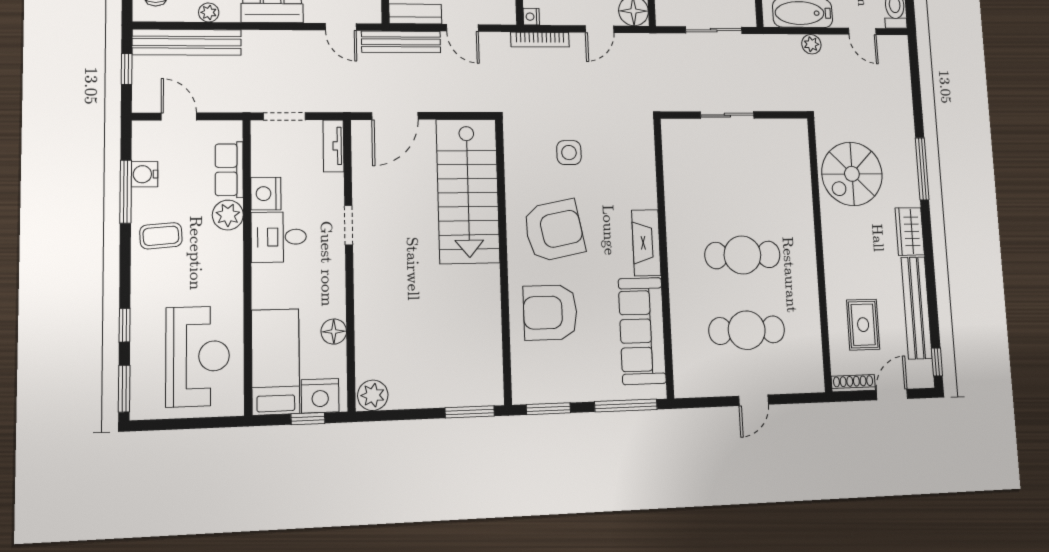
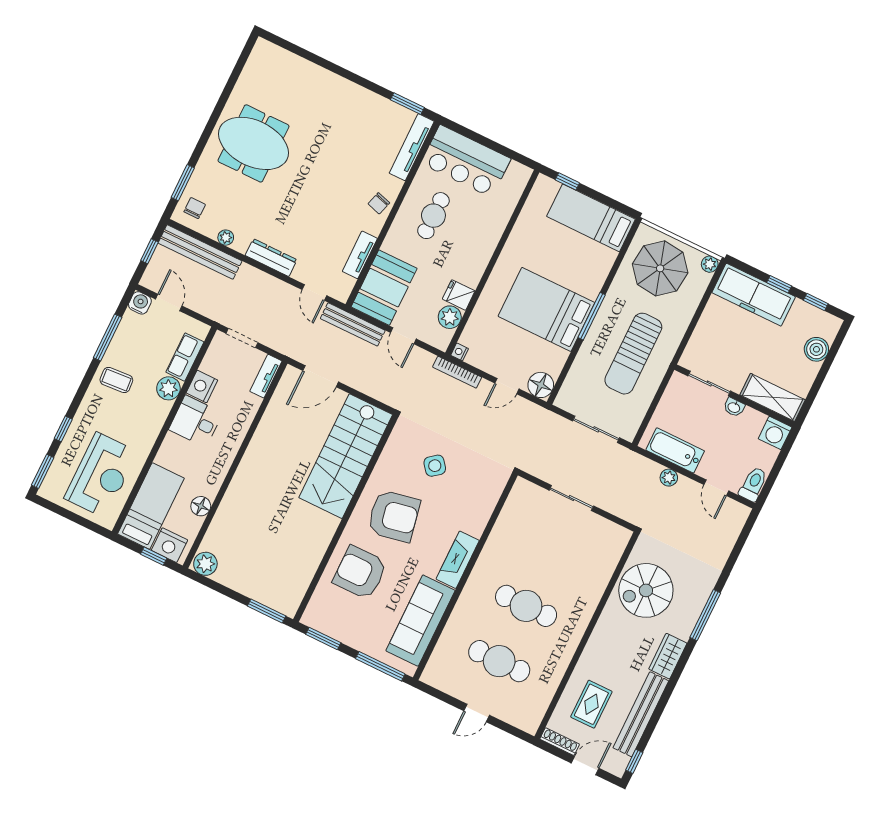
side table: (569, 153) -> (435, 466), turned -38
water cooler: (144, 174) -> (140, 303), moved, turned 90
doorway: (349, 225) -> (248, 438), removed

